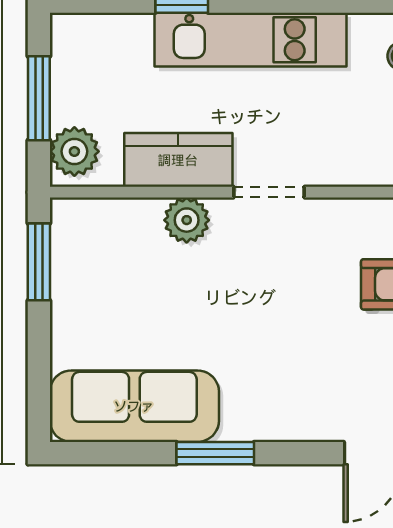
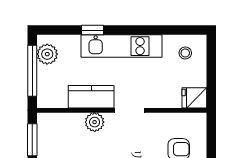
window: (39, 98) -> (32, 71), width x1.44
plant: (74, 151) -> (47, 54), moved

